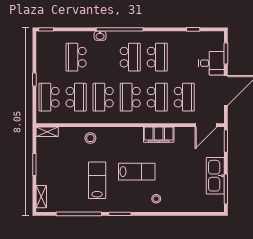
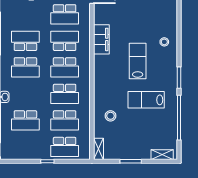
school desk: (130, 57) -> (25, 67), turned 180
school desk: (76, 97) -> (65, 120), turned 180
school desk: (184, 97) -> (65, 14), turned 180
stool: (90, 138) -> (110, 116), moved

